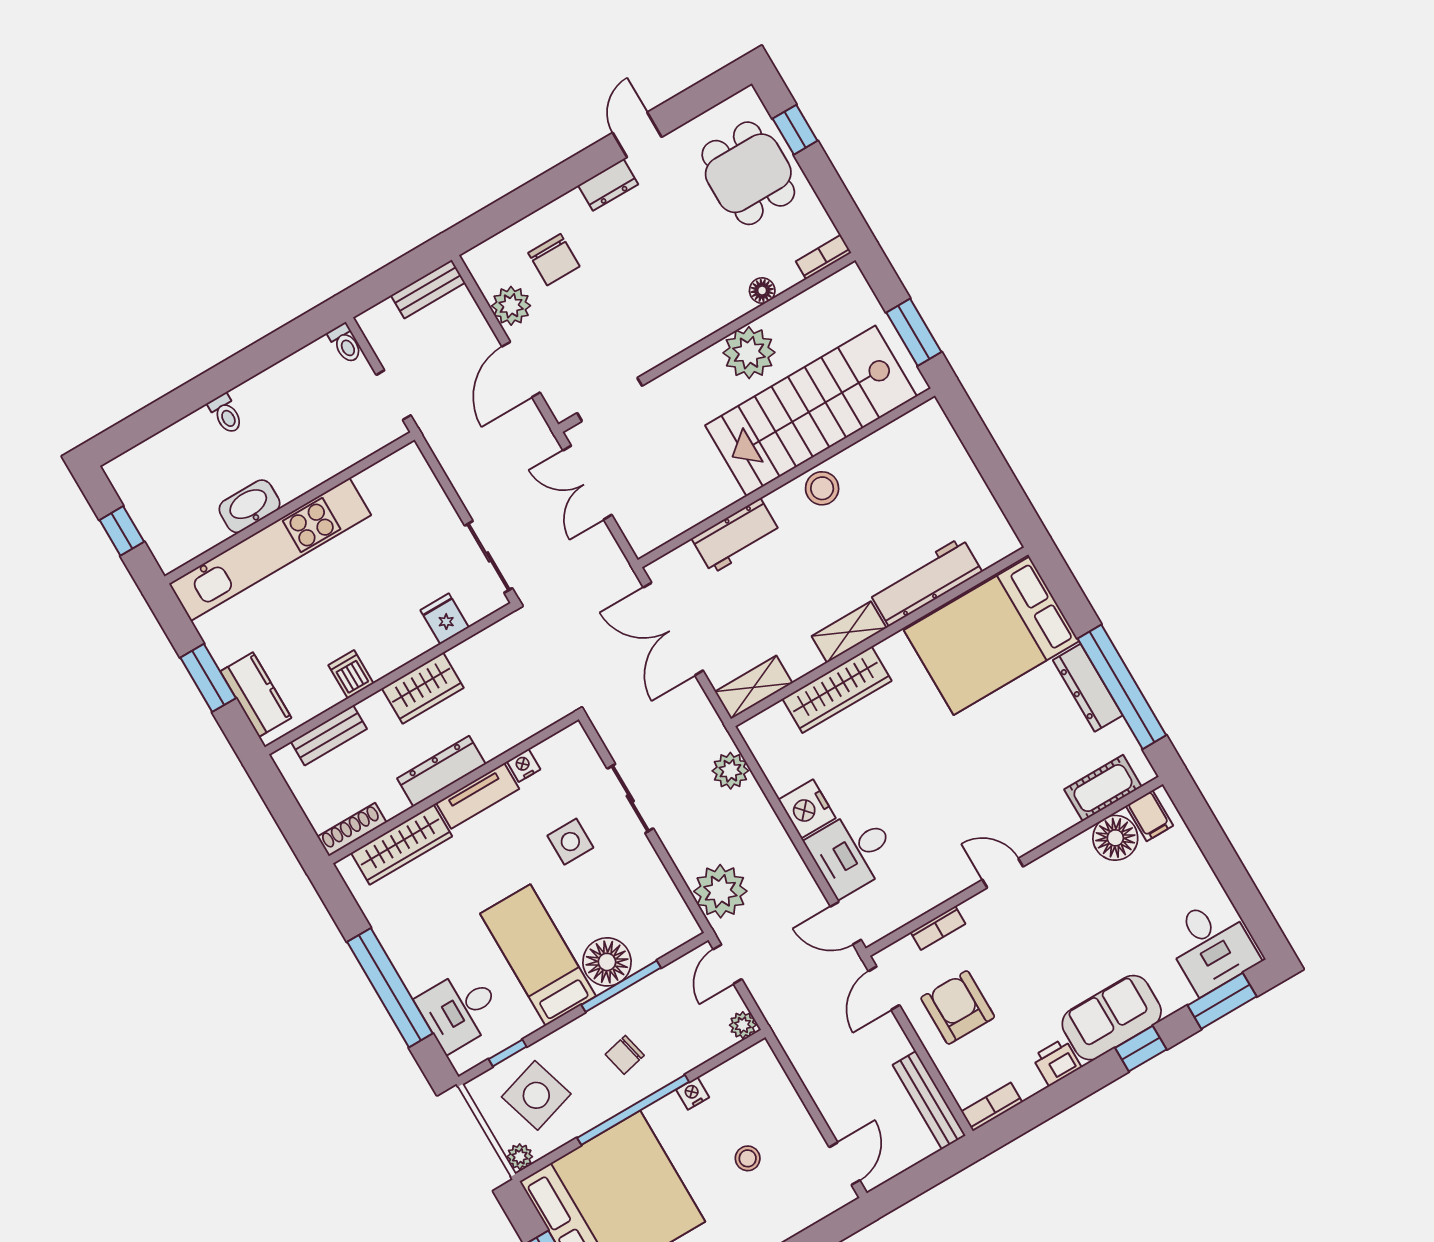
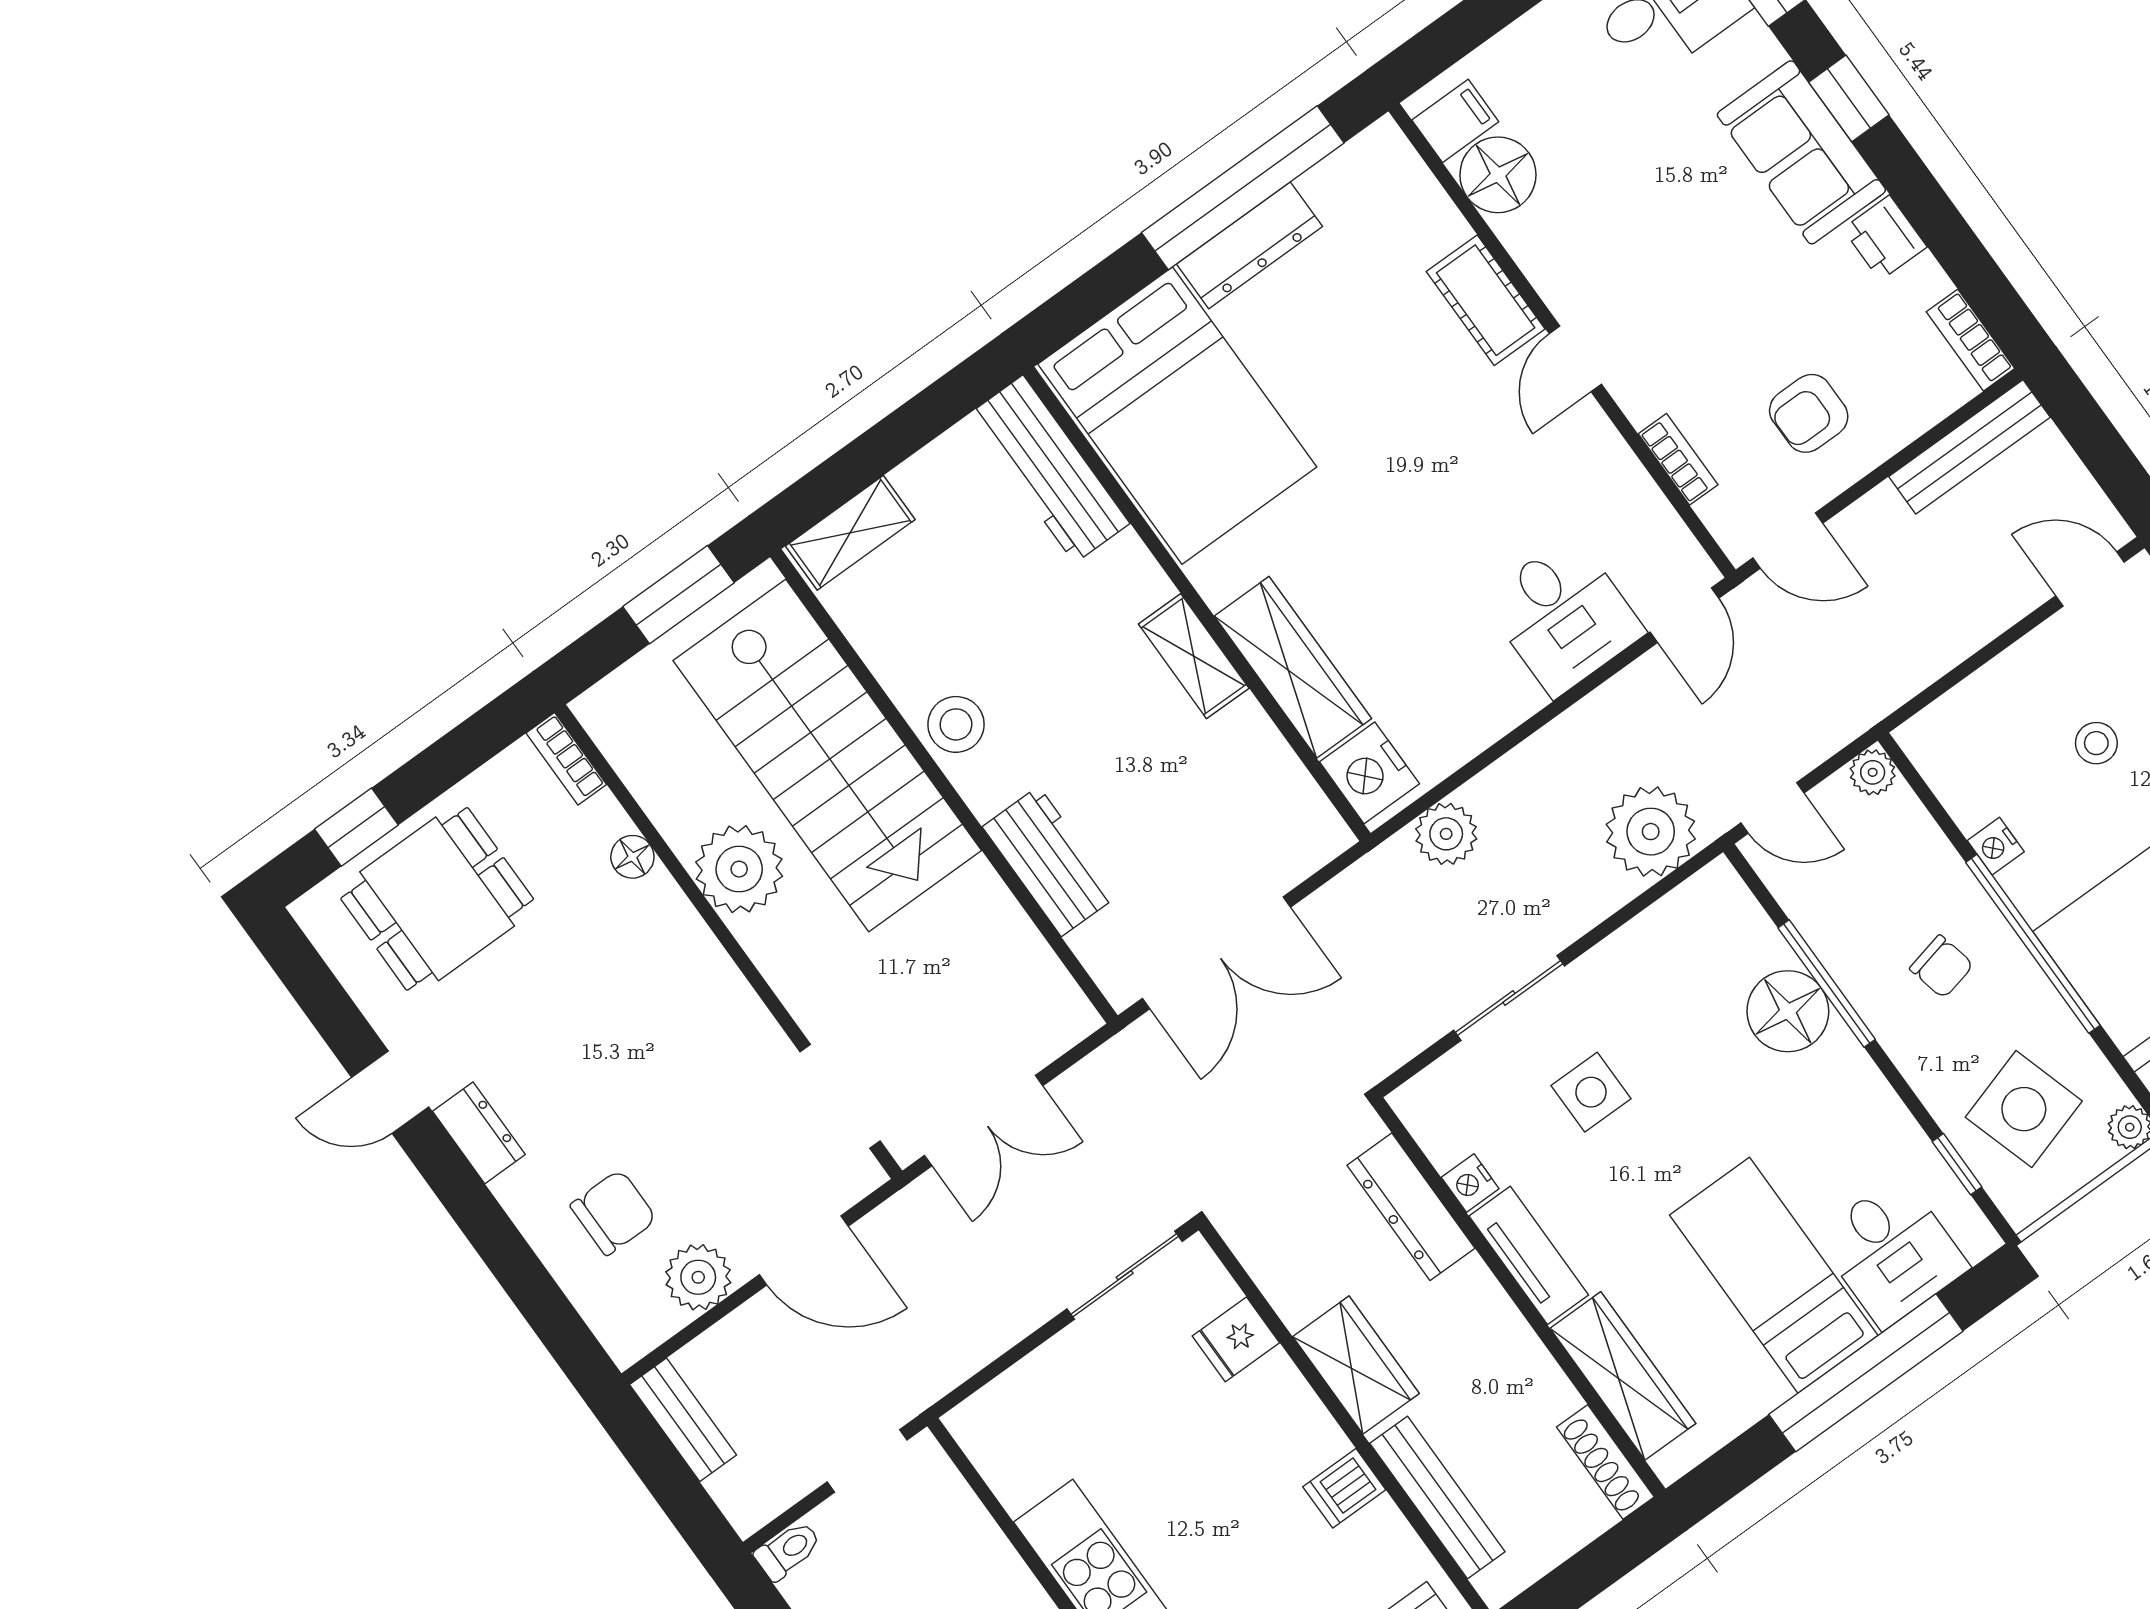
workbench: (925, 582) -> (1049, 469), moved
shelving: (754, 687) -> (850, 533), moved, turned 90
bench: (329, 735) -> (1437, 1498), width x1.36
dresser: (441, 771) -> (1411, 1207), moved
cot: (1103, 788) -> (1486, 300), moved
nightstand: (807, 809) -> (1369, 773), moved, turned 90
bed: (538, 955) -> (1774, 1275), moved, turned 90
armchair: (958, 1007) -> (1809, 413), width x0.72, depth x0.72

